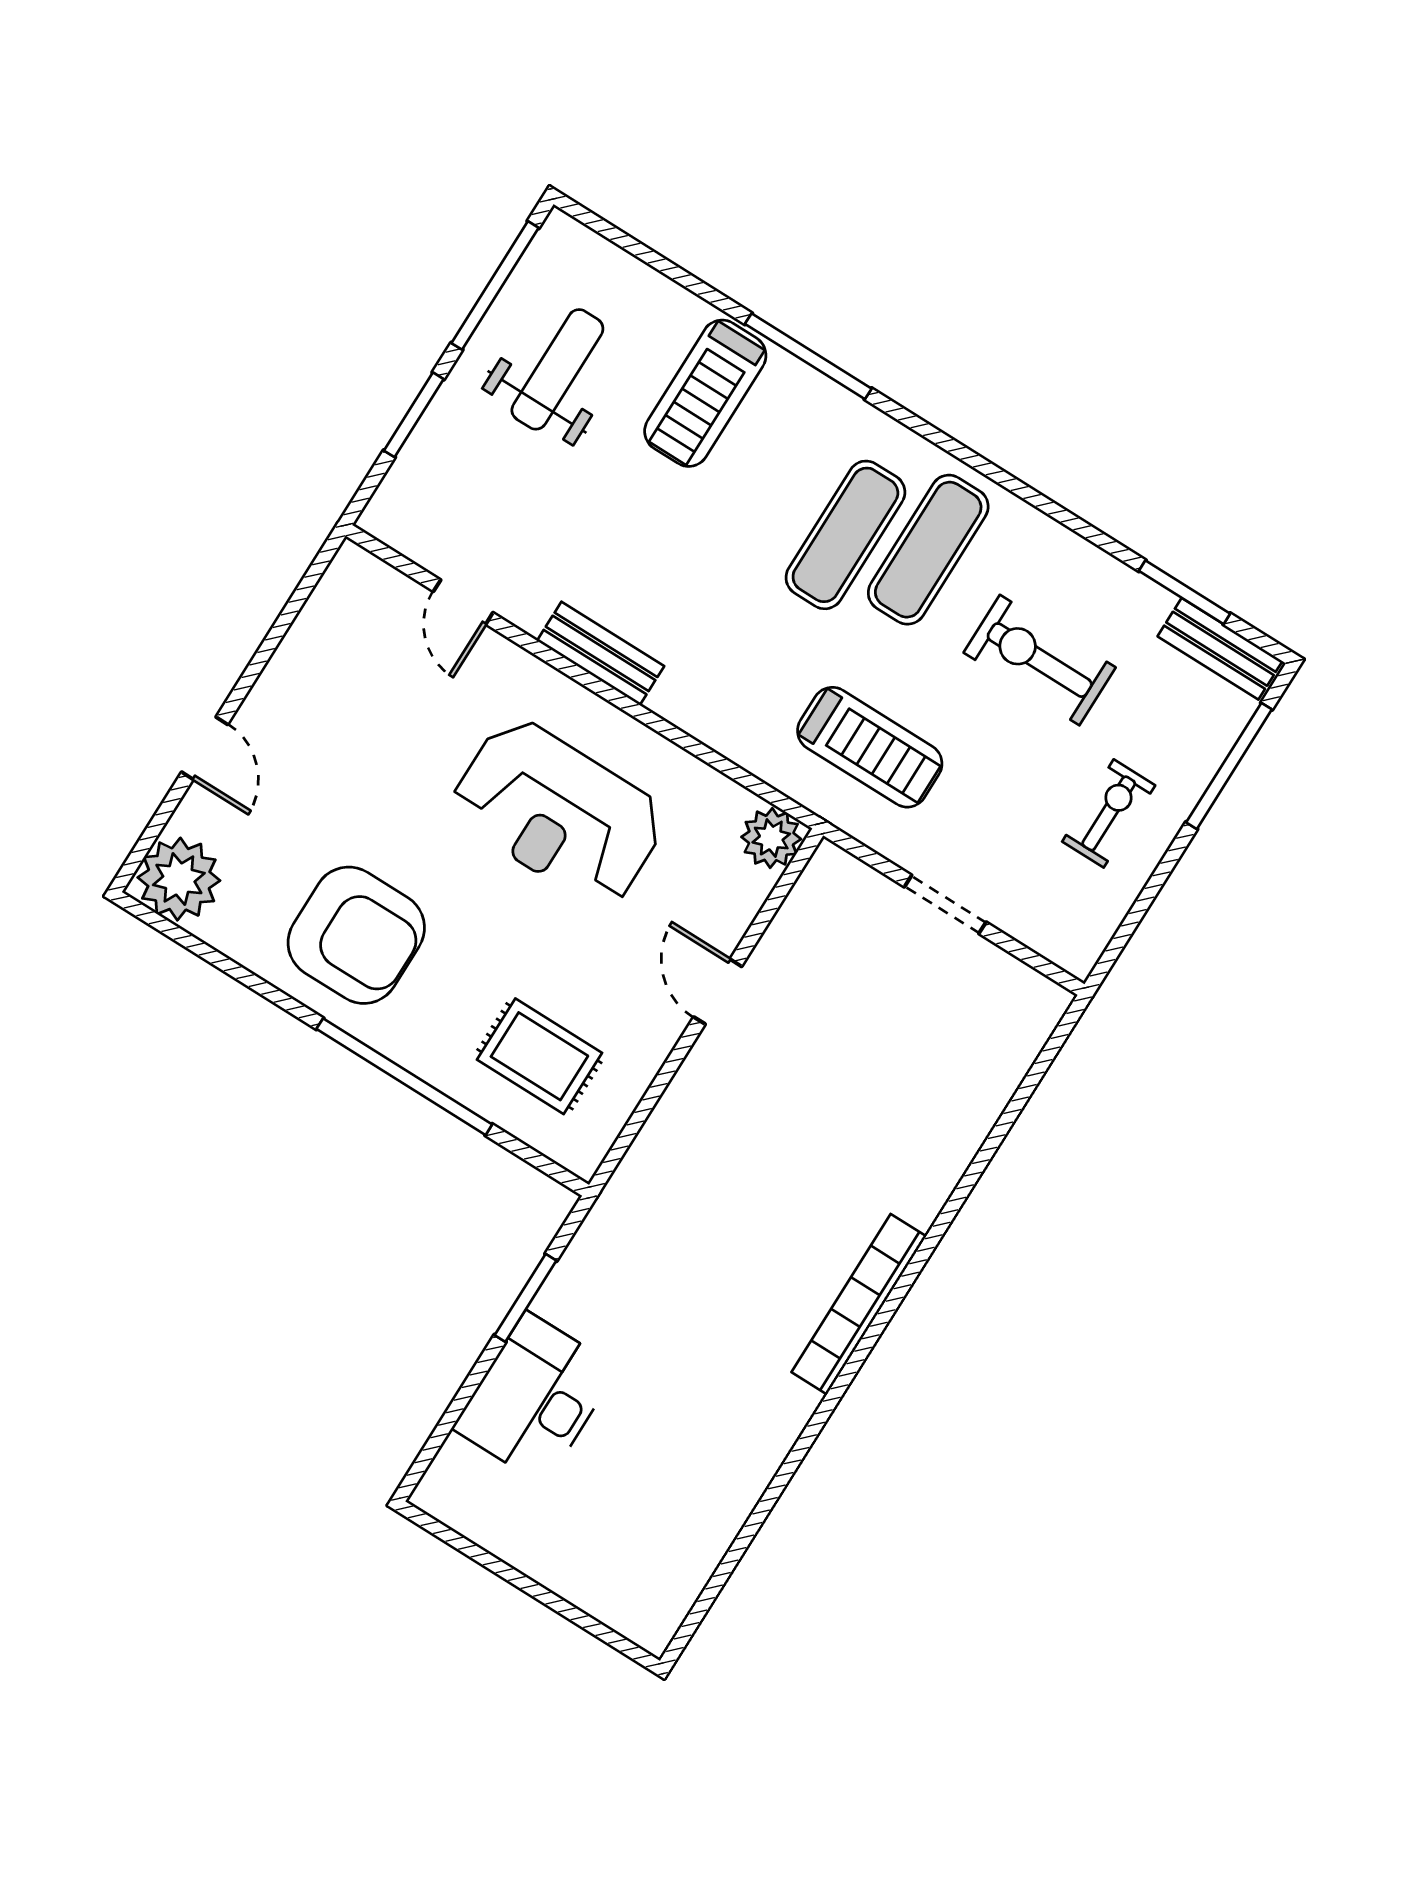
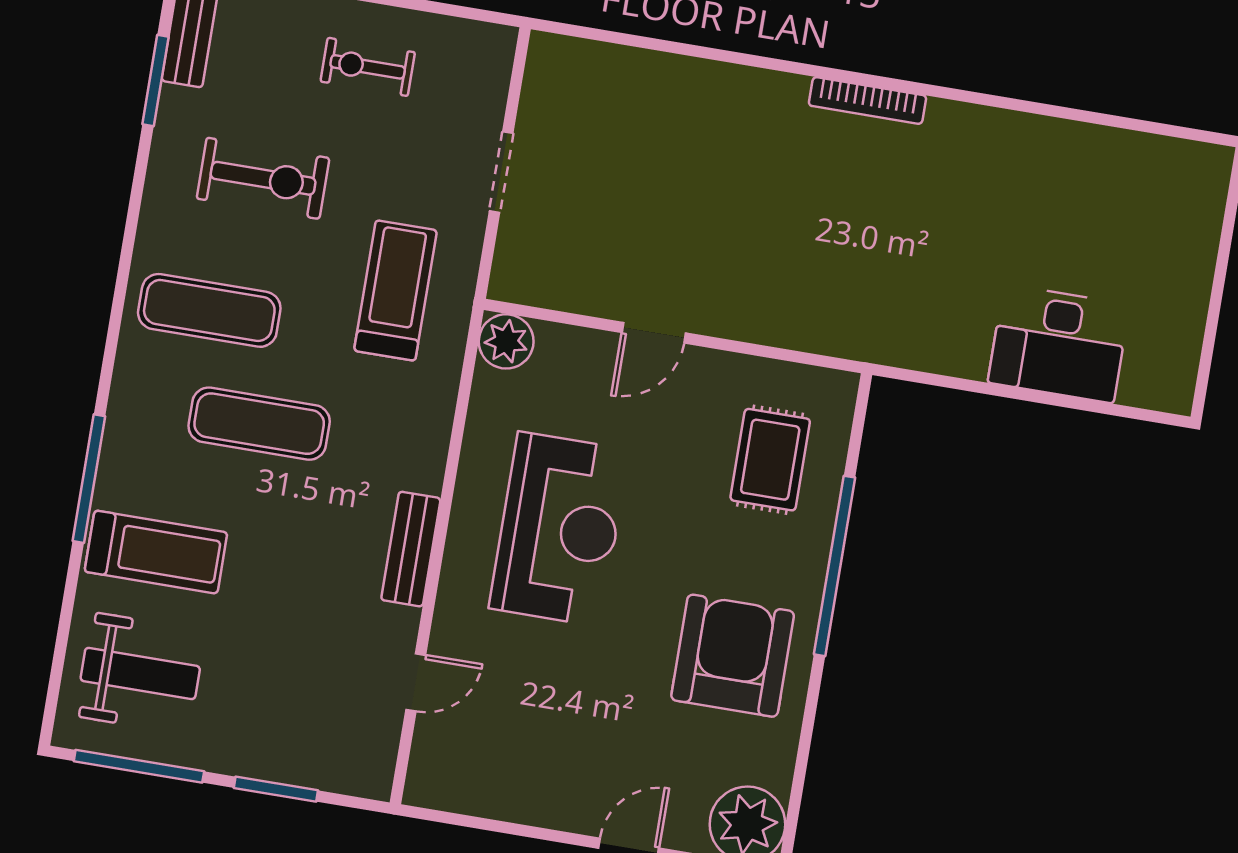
weight bench: (557, 369) -> (140, 673), moved, turned 180
exercise mat: (845, 535) -> (259, 424), moved
exercise bike: (1040, 660) -> (263, 178), turned -90
window: (526, 1298) -> (978, 387), removed
bookcase: (859, 1304) -> (867, 100), width x0.68, depth x0.76

